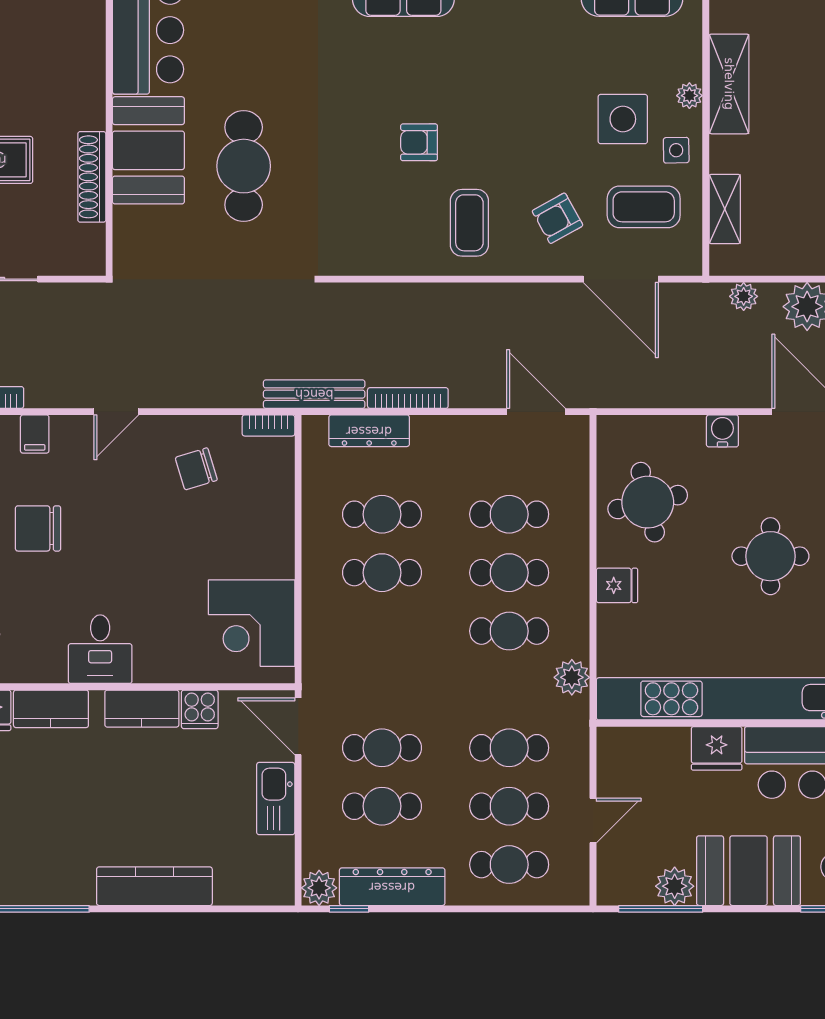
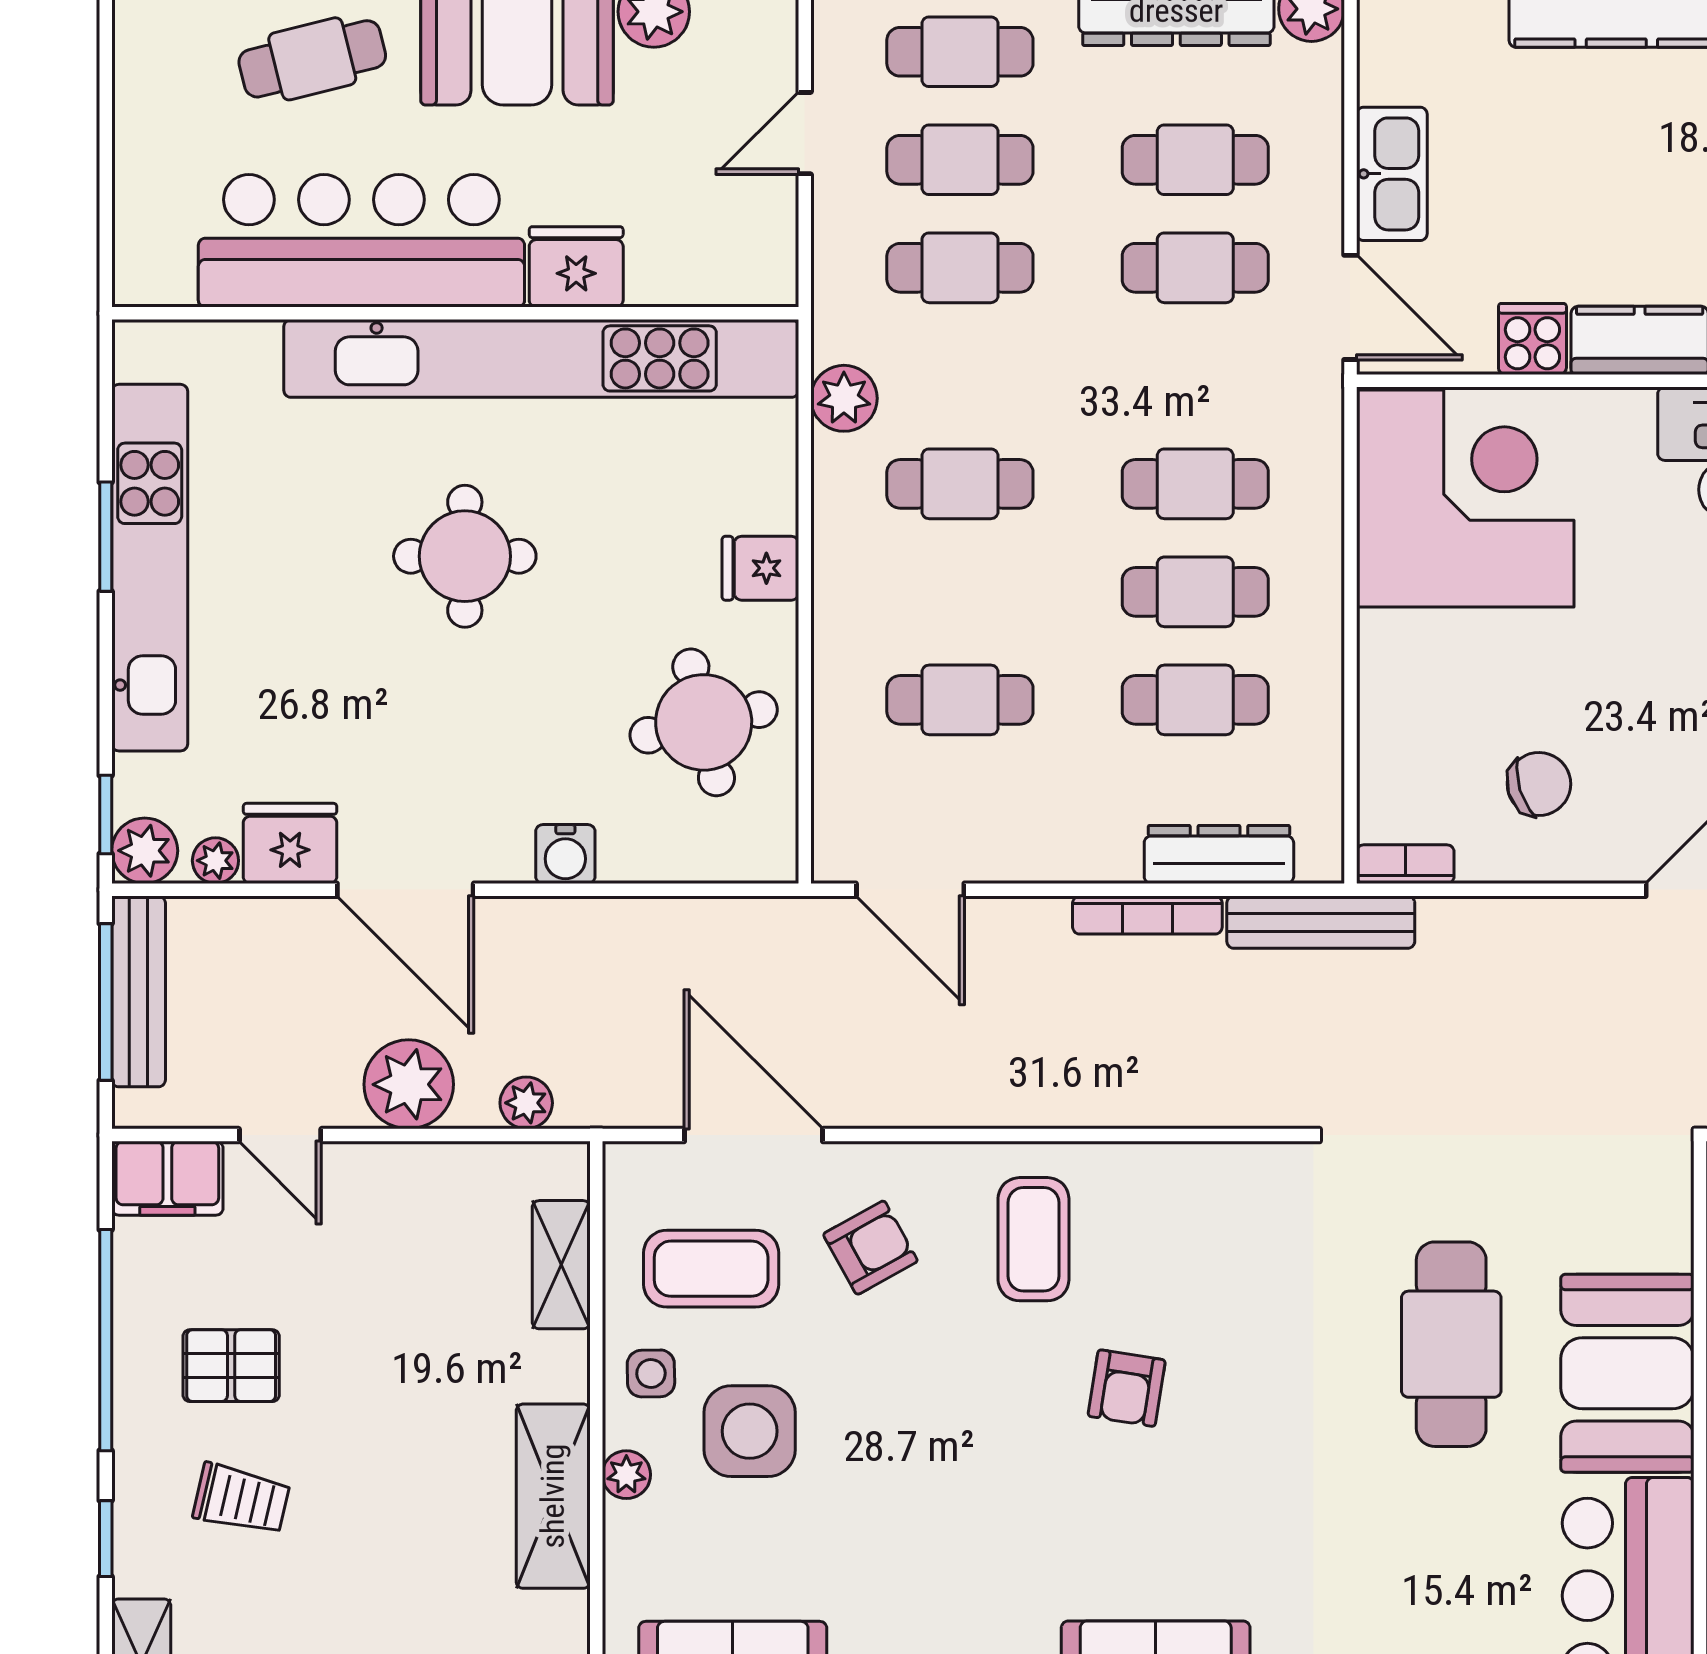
armchair: (419, 142) -> (1127, 1388), turned 99
round table: (770, 556) -> (465, 556), moved
cafe table: (509, 573) -> (1195, 484), moved
corner desk: (252, 623) -> (1465, 498), width x1.36, depth x1.36

